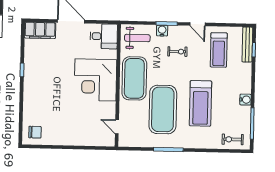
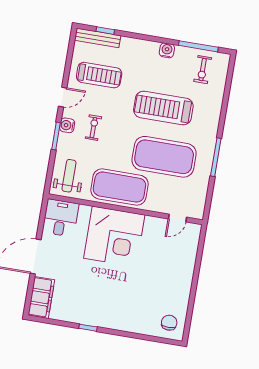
water cooler: (162, 31) -> (67, 125), moved
treadmill: (200, 103) -> (163, 108), turned 180
exercise bike: (233, 139) -> (203, 70), moved

